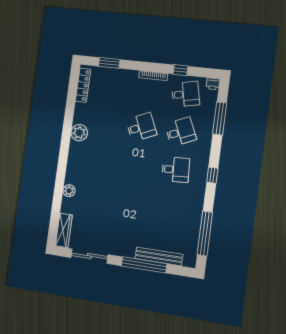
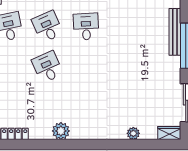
plant: (69, 191) -> (133, 133), moved
wardrobe: (64, 230) -> (169, 133), width x0.67

